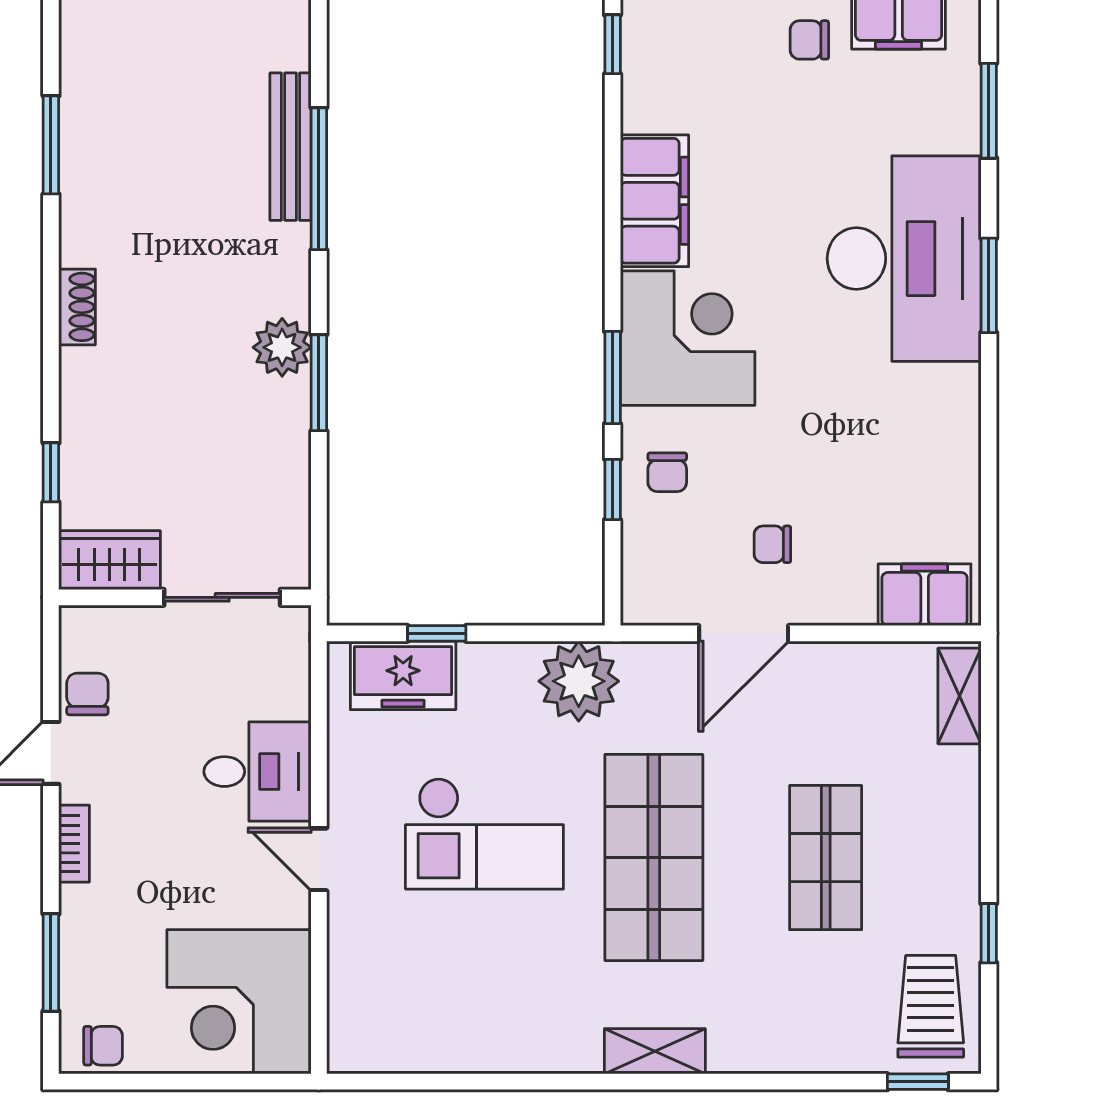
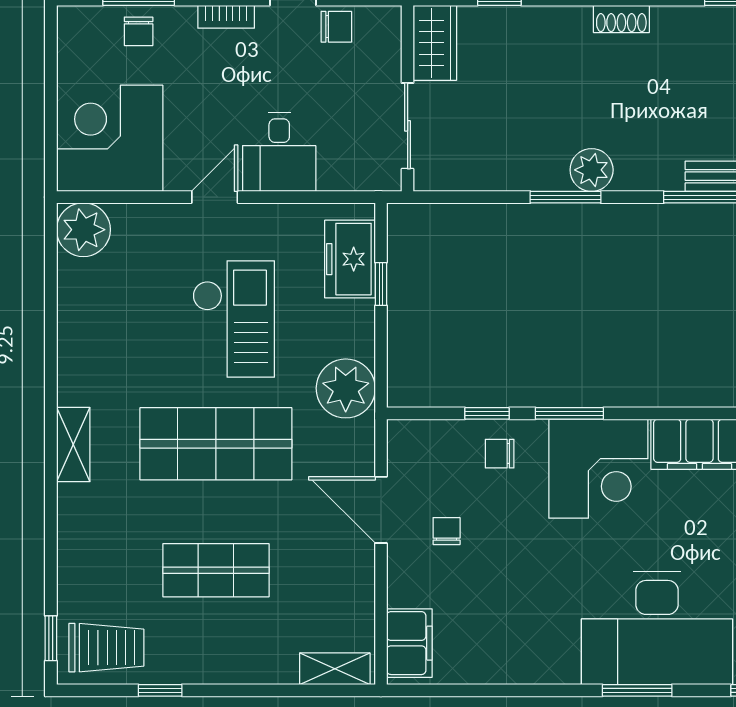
checkout: (484, 834) -> (234, 319), turned 180
plant: (363, 1037) -> (83, 230), added
chair: (103, 1046) -> (139, 31), moved

